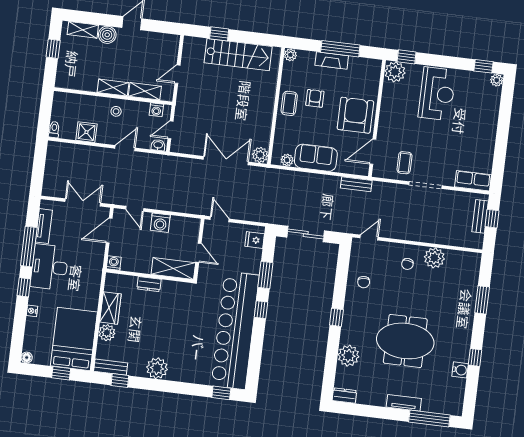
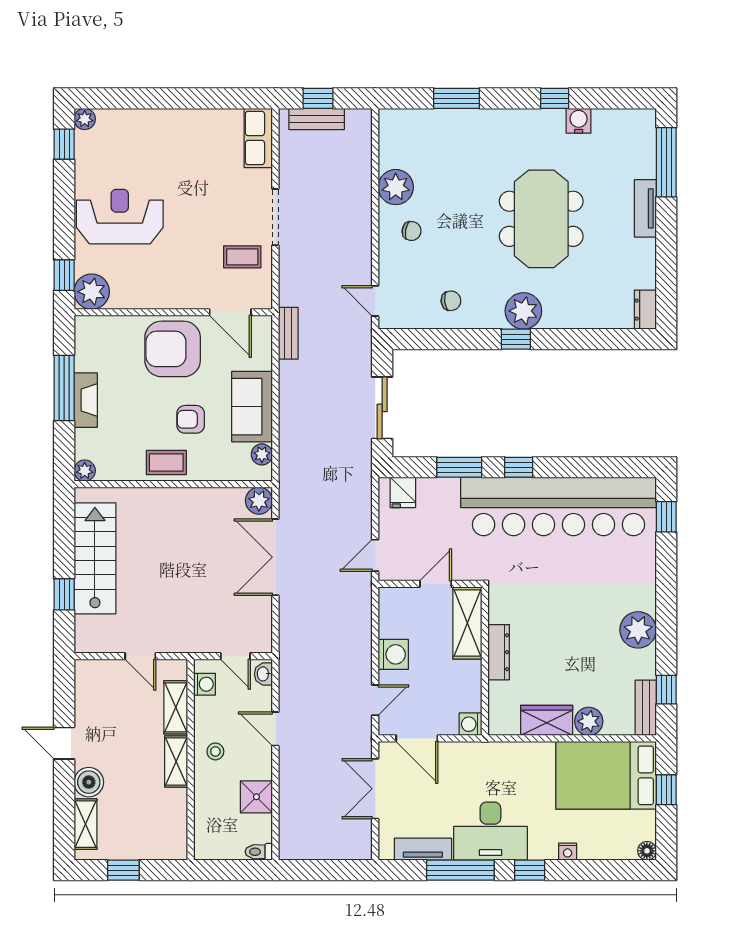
armchair: (315, 98) -> (191, 419), moved
dresser: (149, 284) -> (499, 652), width x1.44
plant: (349, 356) -> (523, 311), moved

